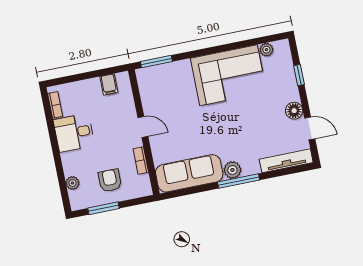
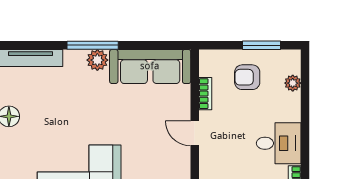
armchair: (110, 180) -> (247, 77), turned 90

